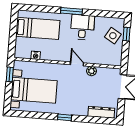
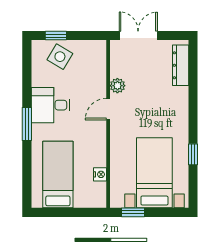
window: (65, 117) -> (193, 154), moved

